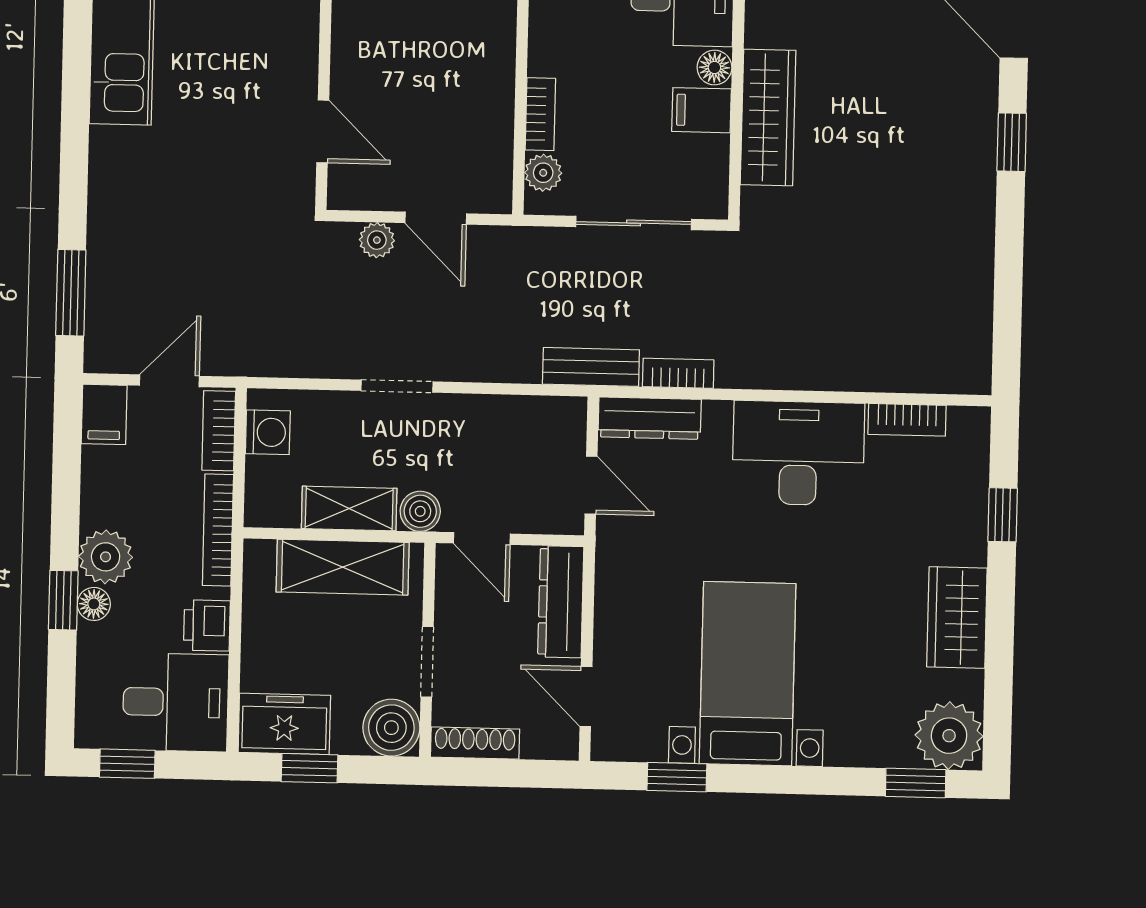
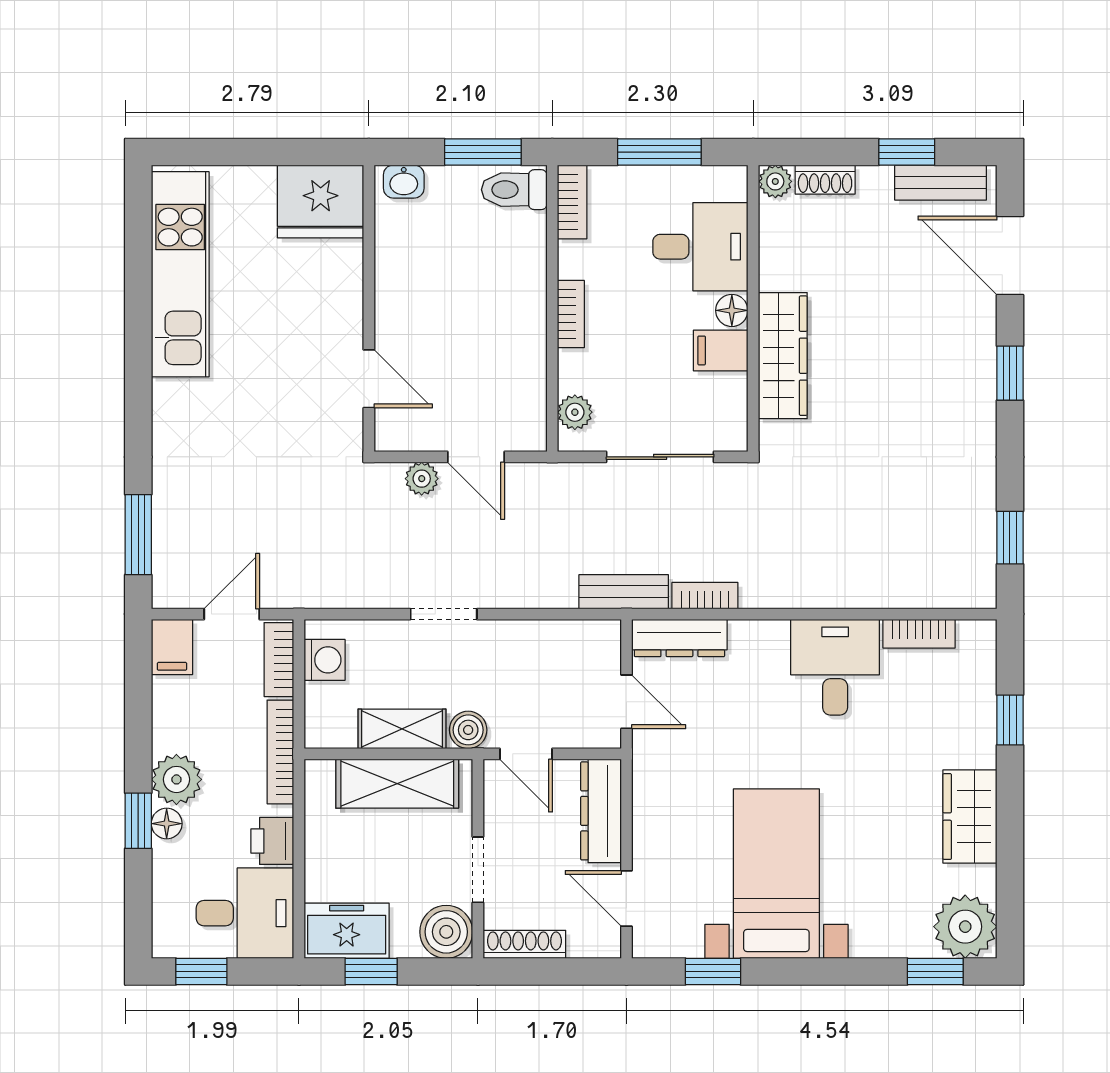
bookcase: (540, 114) -> (571, 314), moved
window: (1007, 319) -> (1010, 538), added
desk: (798, 453) -> (835, 667), width x0.73

